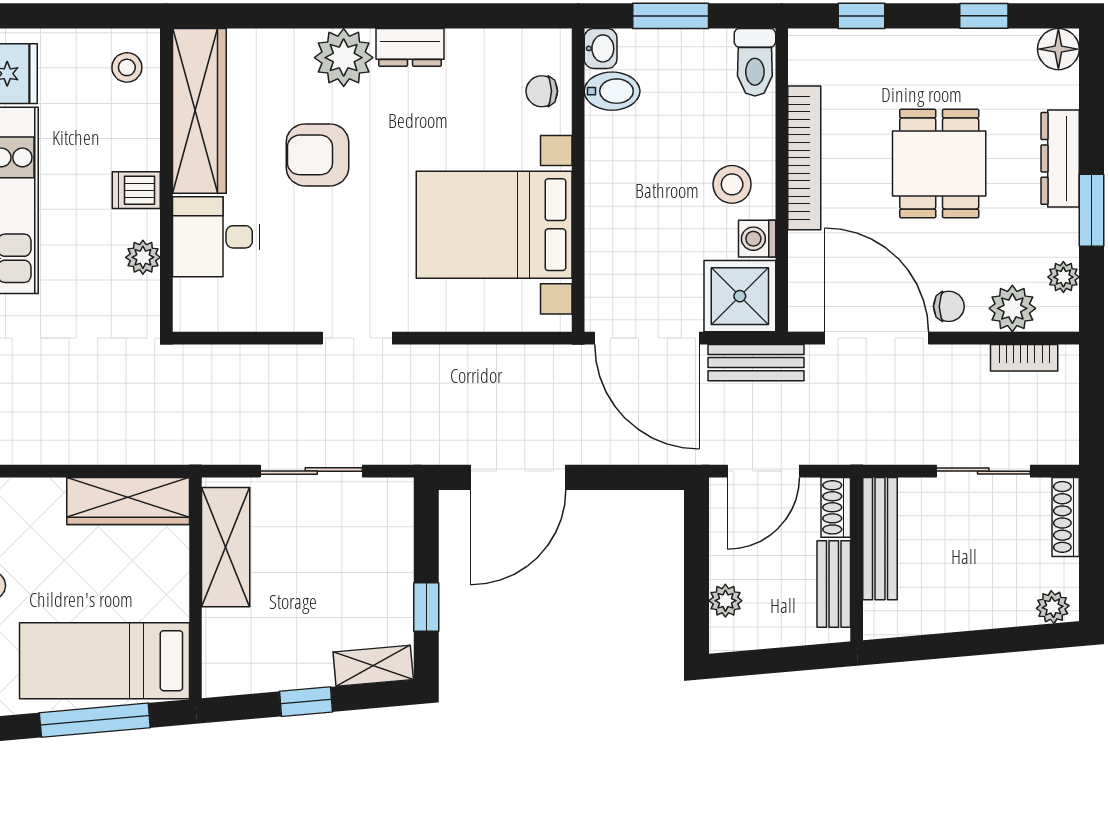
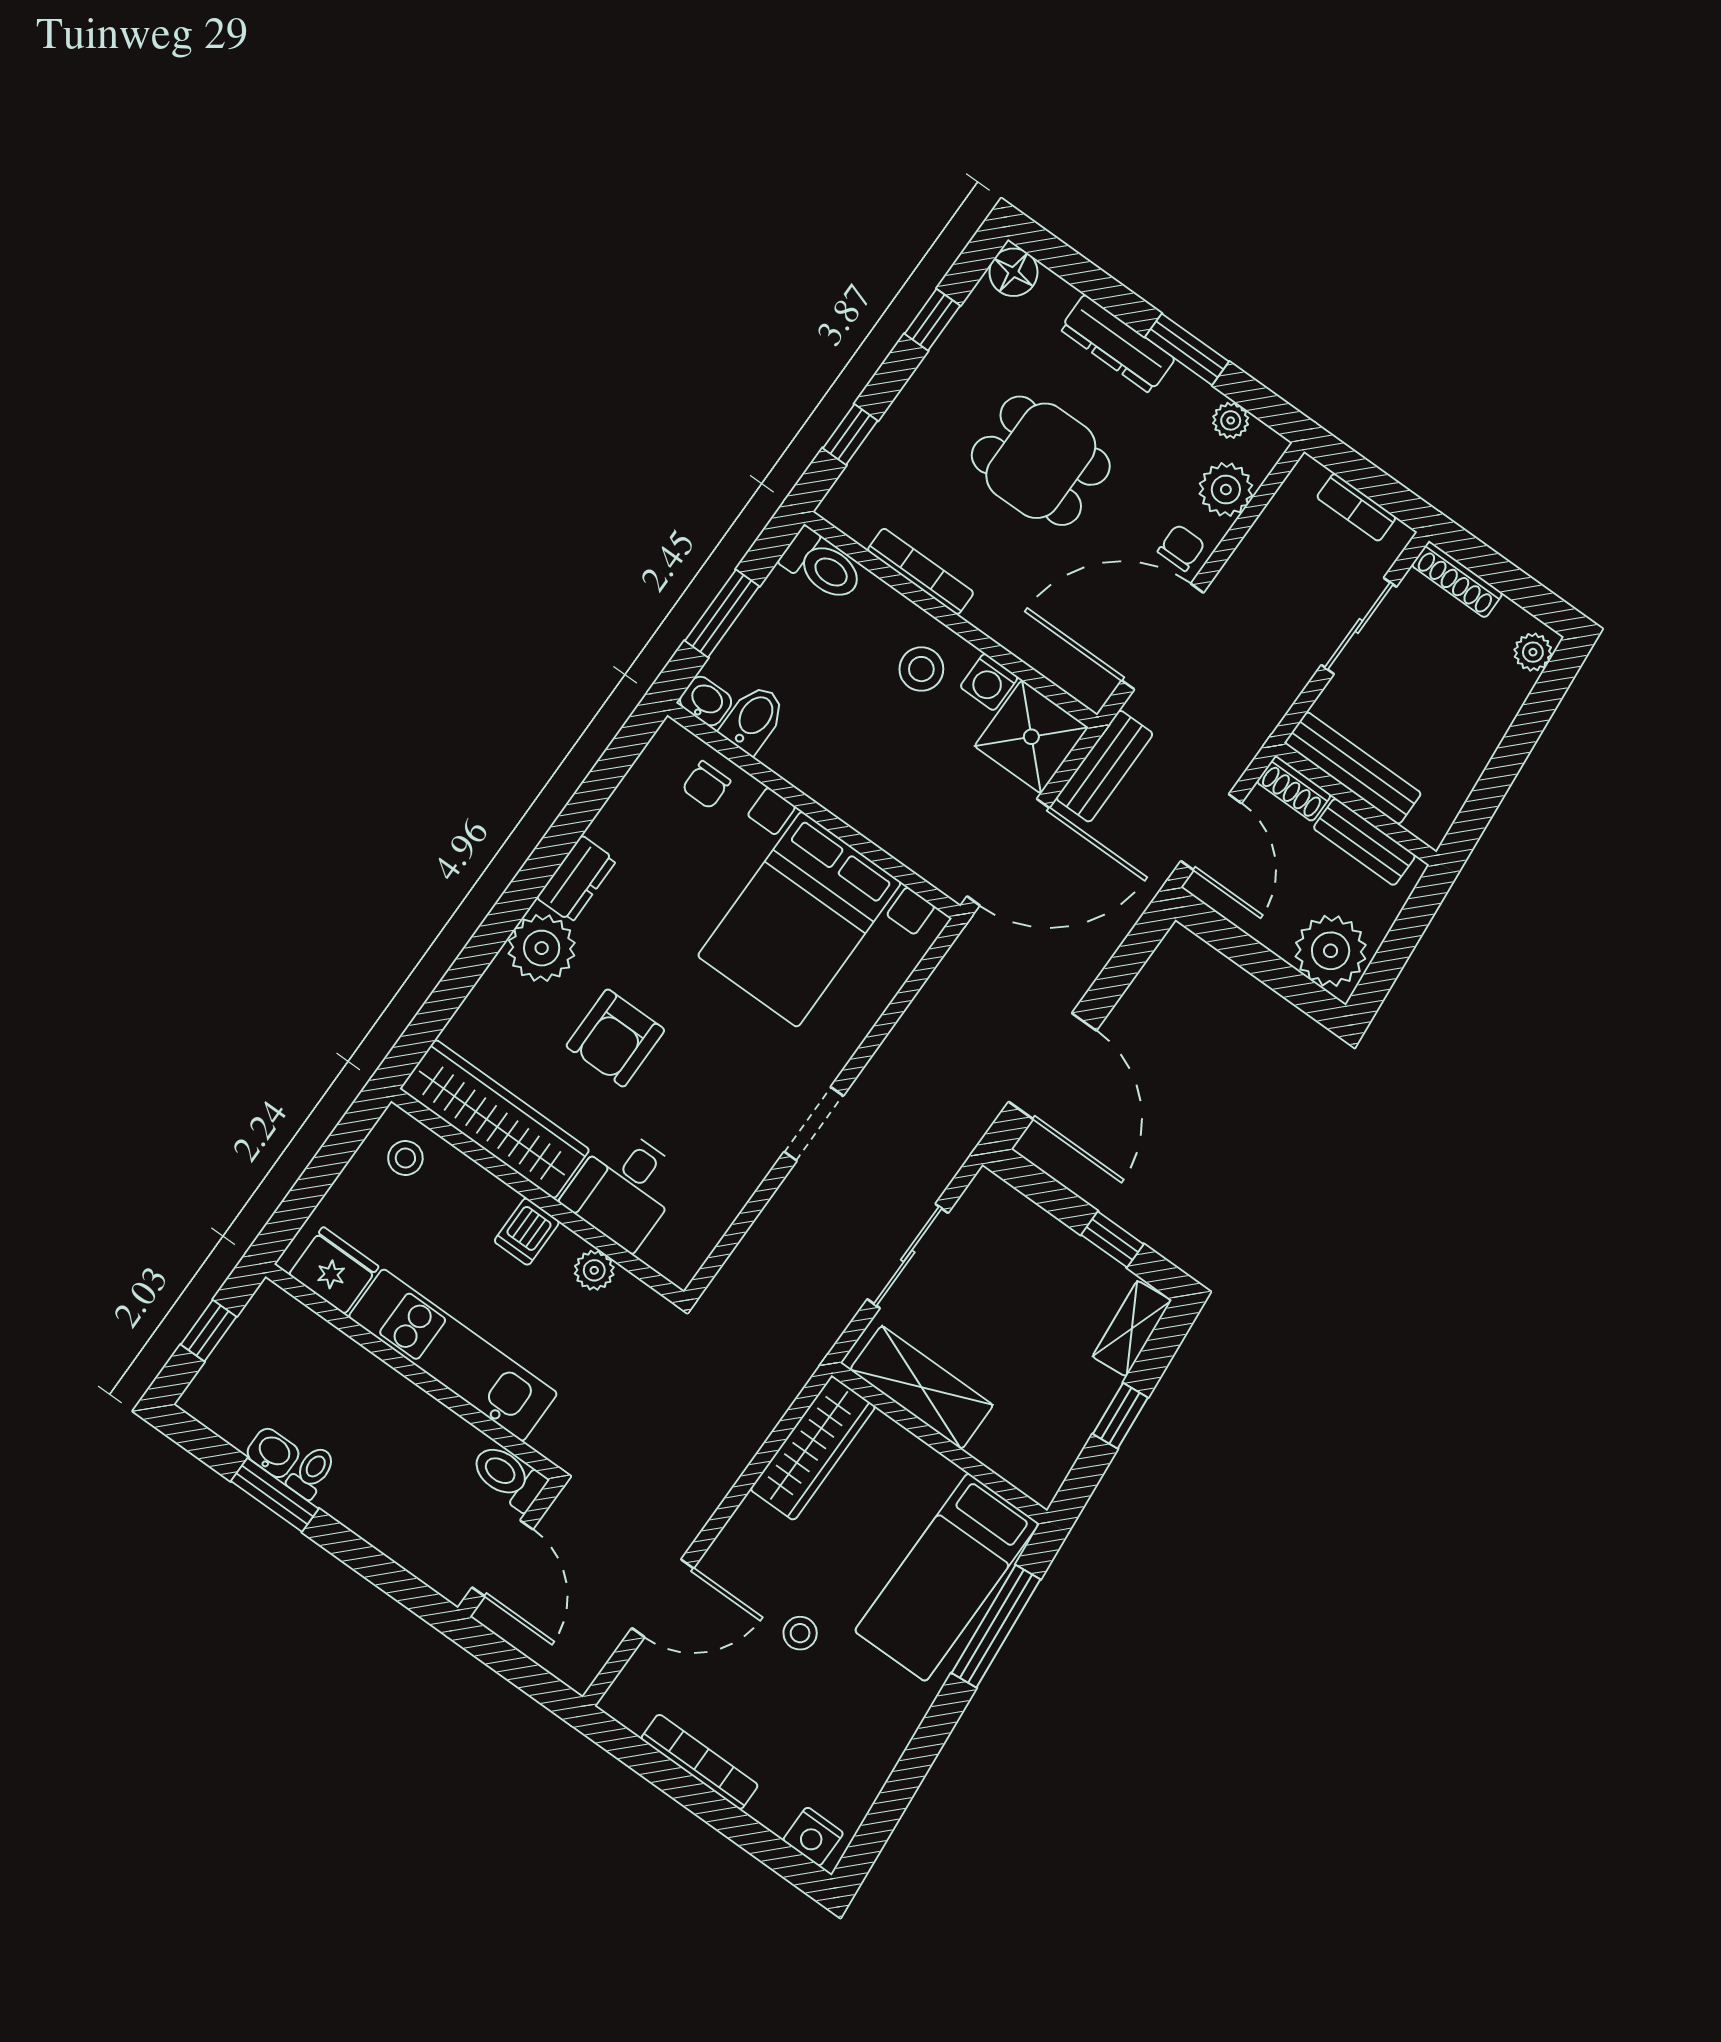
bookcase: (804, 158) -> (921, 571), width x0.68, depth x0.76
bookcase: (1024, 358) -> (1356, 507), moved, turned 90
plant: (725, 601) -> (1331, 951), width x1.88, depth x1.88

